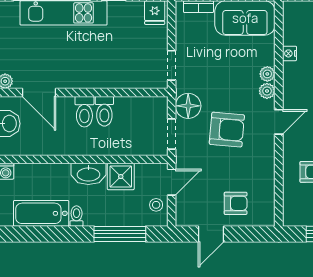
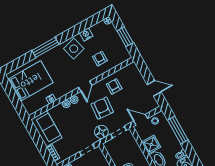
door: (279, 122) -> (85, 86), swing flipped
armchair: (236, 203) -> (114, 86), moved

